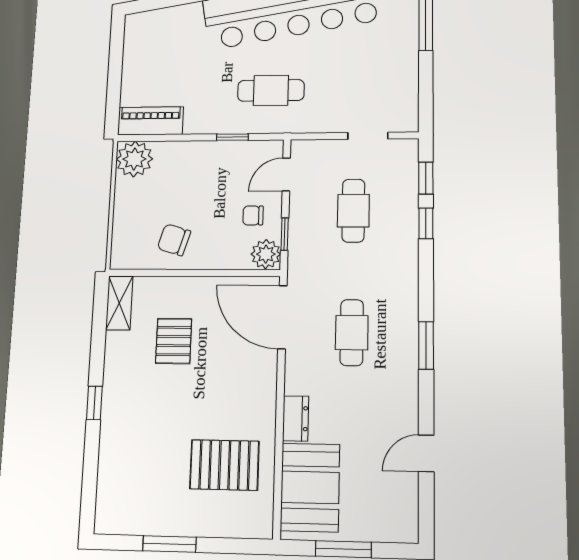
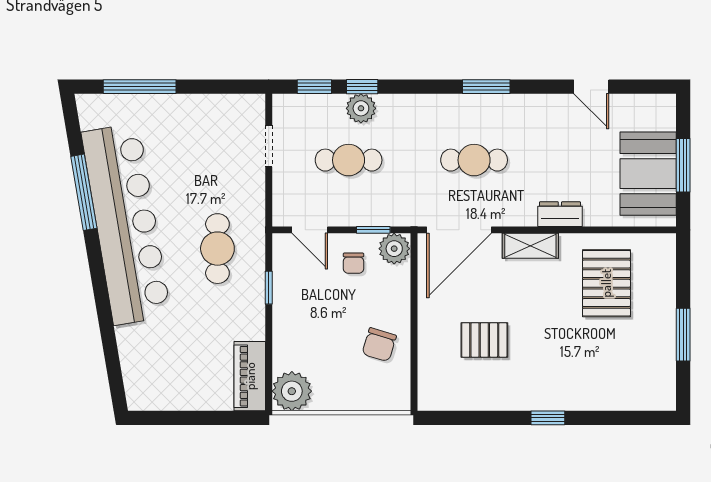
plant: (404, 222) -> (361, 108), added
shelving: (119, 303) -> (530, 246), moved
booth: (310, 487) -> (648, 174), moved, turned 90

